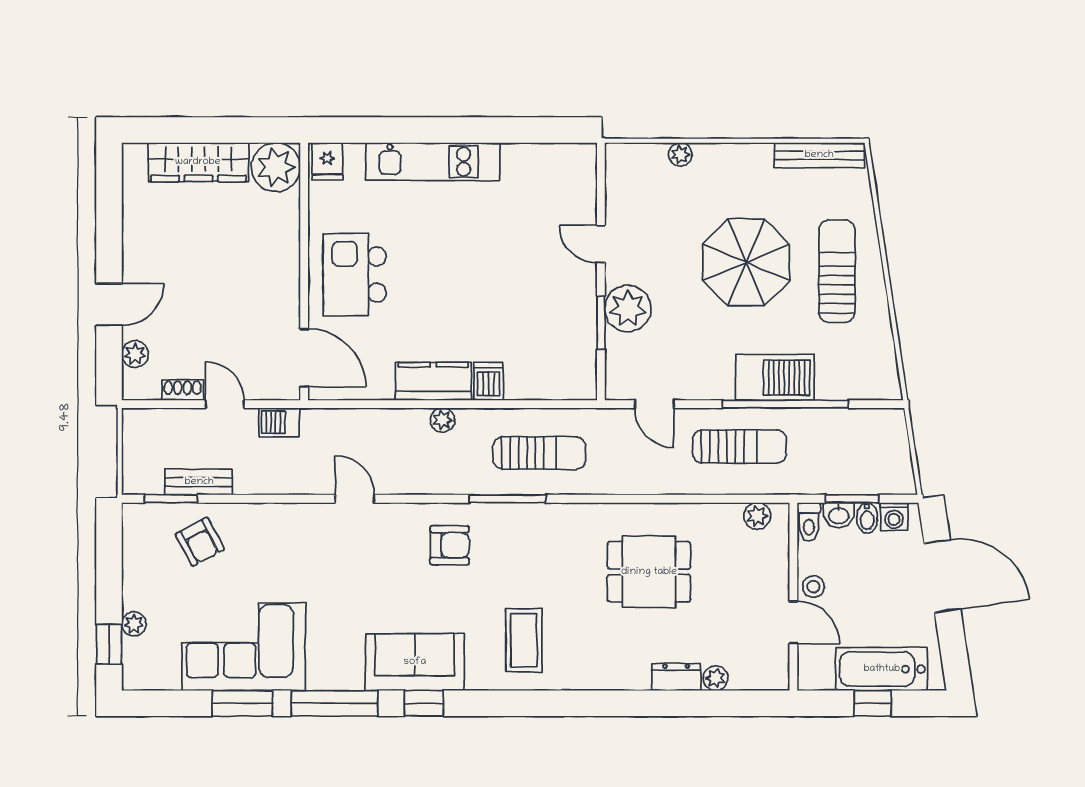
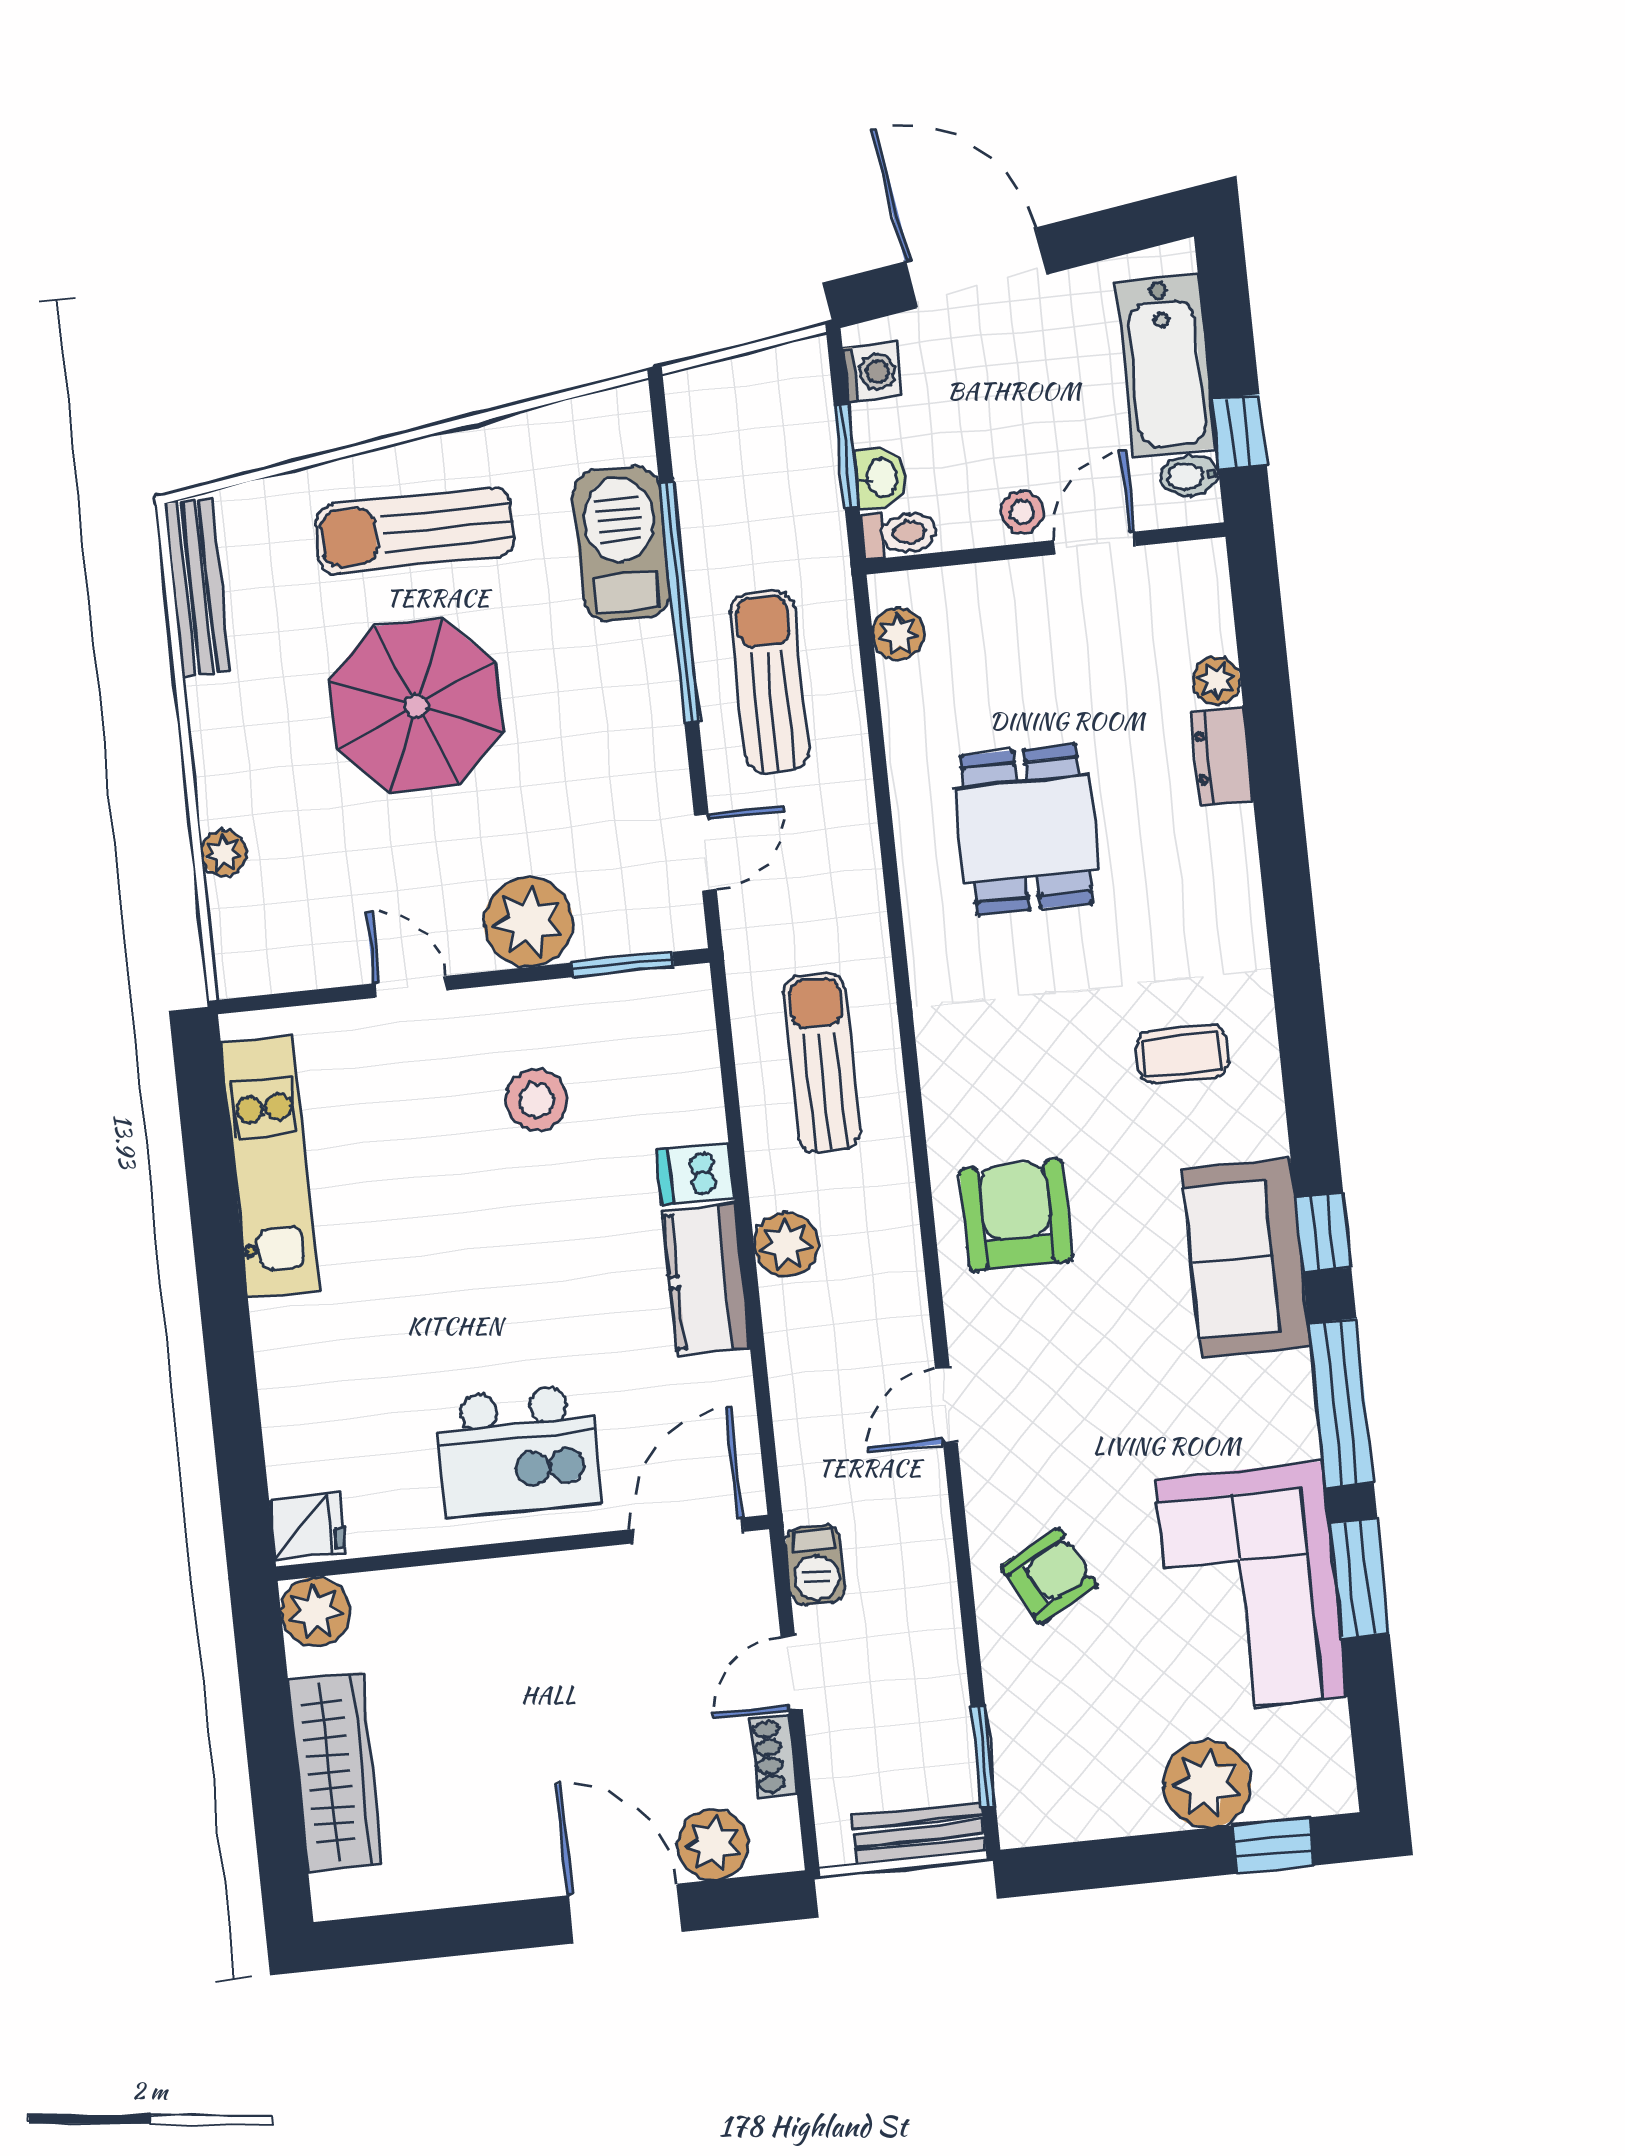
kitchen unit: (433, 162) -> (270, 1167), moved
plant: (276, 167) -> (315, 1612), width x0.73, depth x0.73
door: (601, 244) -> (410, 987), swing flipped
stool: (535, 303) -> (537, 1100), added
door: (109, 305) -> (625, 1914), width x1.38
window: (601, 323) -> (623, 964), moved
plant: (135, 354) -> (713, 1844), width x1.38, depth x1.38
barbecue: (775, 377) -> (622, 544), moved
plant: (442, 420) -> (786, 1244), width x1.38, depth x1.38
bench: (199, 482) -> (919, 1833), moved, turned 90
window: (508, 499) -> (916, 1114), removed
bidet: (867, 518) -> (1190, 476), moved, turned 180
armchair: (200, 542) -> (1049, 1576), moved
armchair: (450, 545) -> (1016, 1215), width x1.38, depth x1.38
door: (942, 576) -> (976, 268), hinge flipped
plant: (134, 624) -> (1207, 1784), width x1.88, depth x1.88
coffee table: (524, 640) -> (1182, 1054), width x0.73, depth x0.77
window: (873, 703) -> (1239, 432), moved

